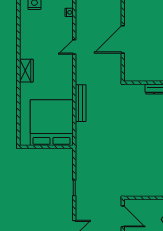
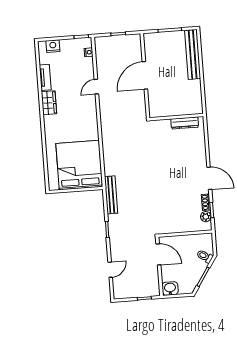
tv unit: (25, 34) -> (45, 77), added
wardrobe: (26, 71) -> (49, 103), moved
bench: (81, 103) -> (111, 195), moved

